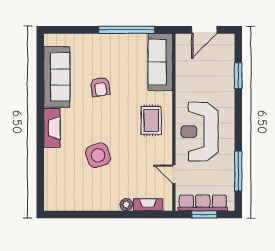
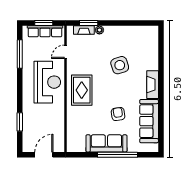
window: (127, 30) -> (118, 155), moved
sofa: (160, 62) -> (106, 143), moved, turned -90
rug: (151, 120) -> (82, 90), width x1.36, depth x1.43
door: (174, 174) -> (66, 52), swing flipped
window: (142, 215) -> (89, 23), added

